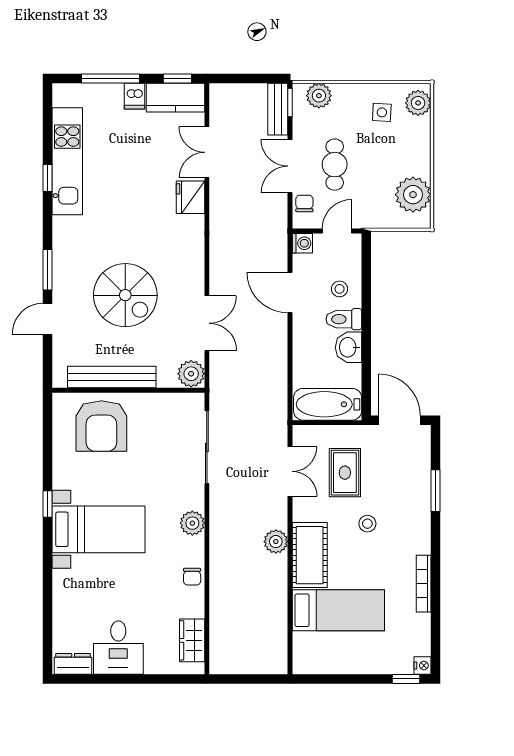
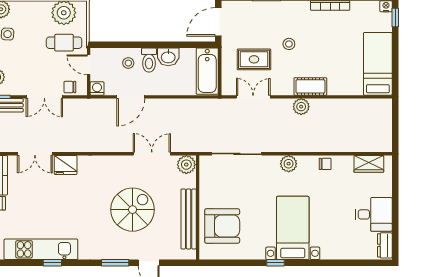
cafe table: (335, 165) -> (64, 43), moved
cot: (310, 555) -> (310, 86), width x0.73, depth x0.75
bed: (338, 610) -> (378, 64), moved

